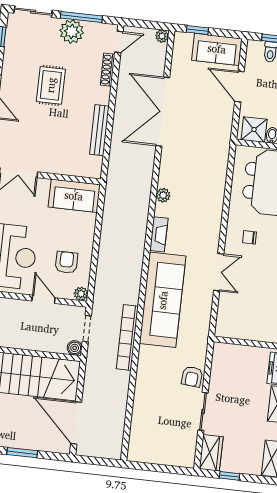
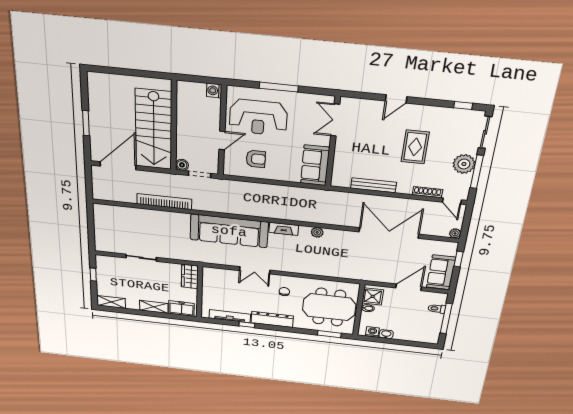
rug: (51, 85) -> (415, 147), turned 90
plant: (81, 294) -> (229, 170), removed
bookcase: (127, 337) -> (164, 202), moved
armchair: (192, 377) -> (168, 251), removed
wardrobe: (211, 453) -> (190, 276), moved, turned 90

